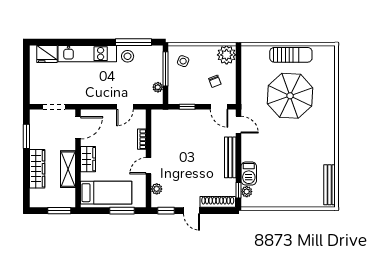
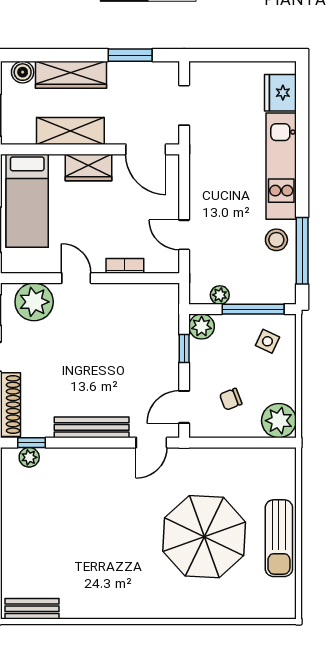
plant: (175, 97) -> (202, 326), added
barbecue: (249, 173) -> (62, 461), removed
bench: (330, 185) -> (32, 609), width x0.73
plant: (157, 189) -> (34, 302), width x1.88, depth x1.88
boiler: (36, 195) -> (23, 72), added

